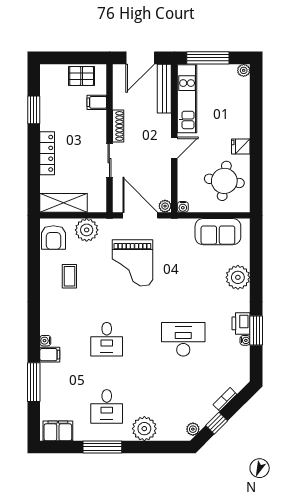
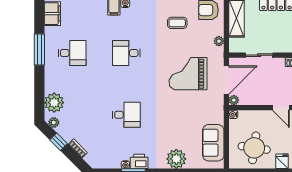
sliding door: (109, 161) -> (259, 55), moved
plant: (87, 230) -> (219, 41), width x0.53, depth x0.53
desk: (183, 339) -> (126, 115), width x0.73
desk: (107, 406) -> (72, 53), turned 180
plant: (144, 429) -> (54, 103), moved

